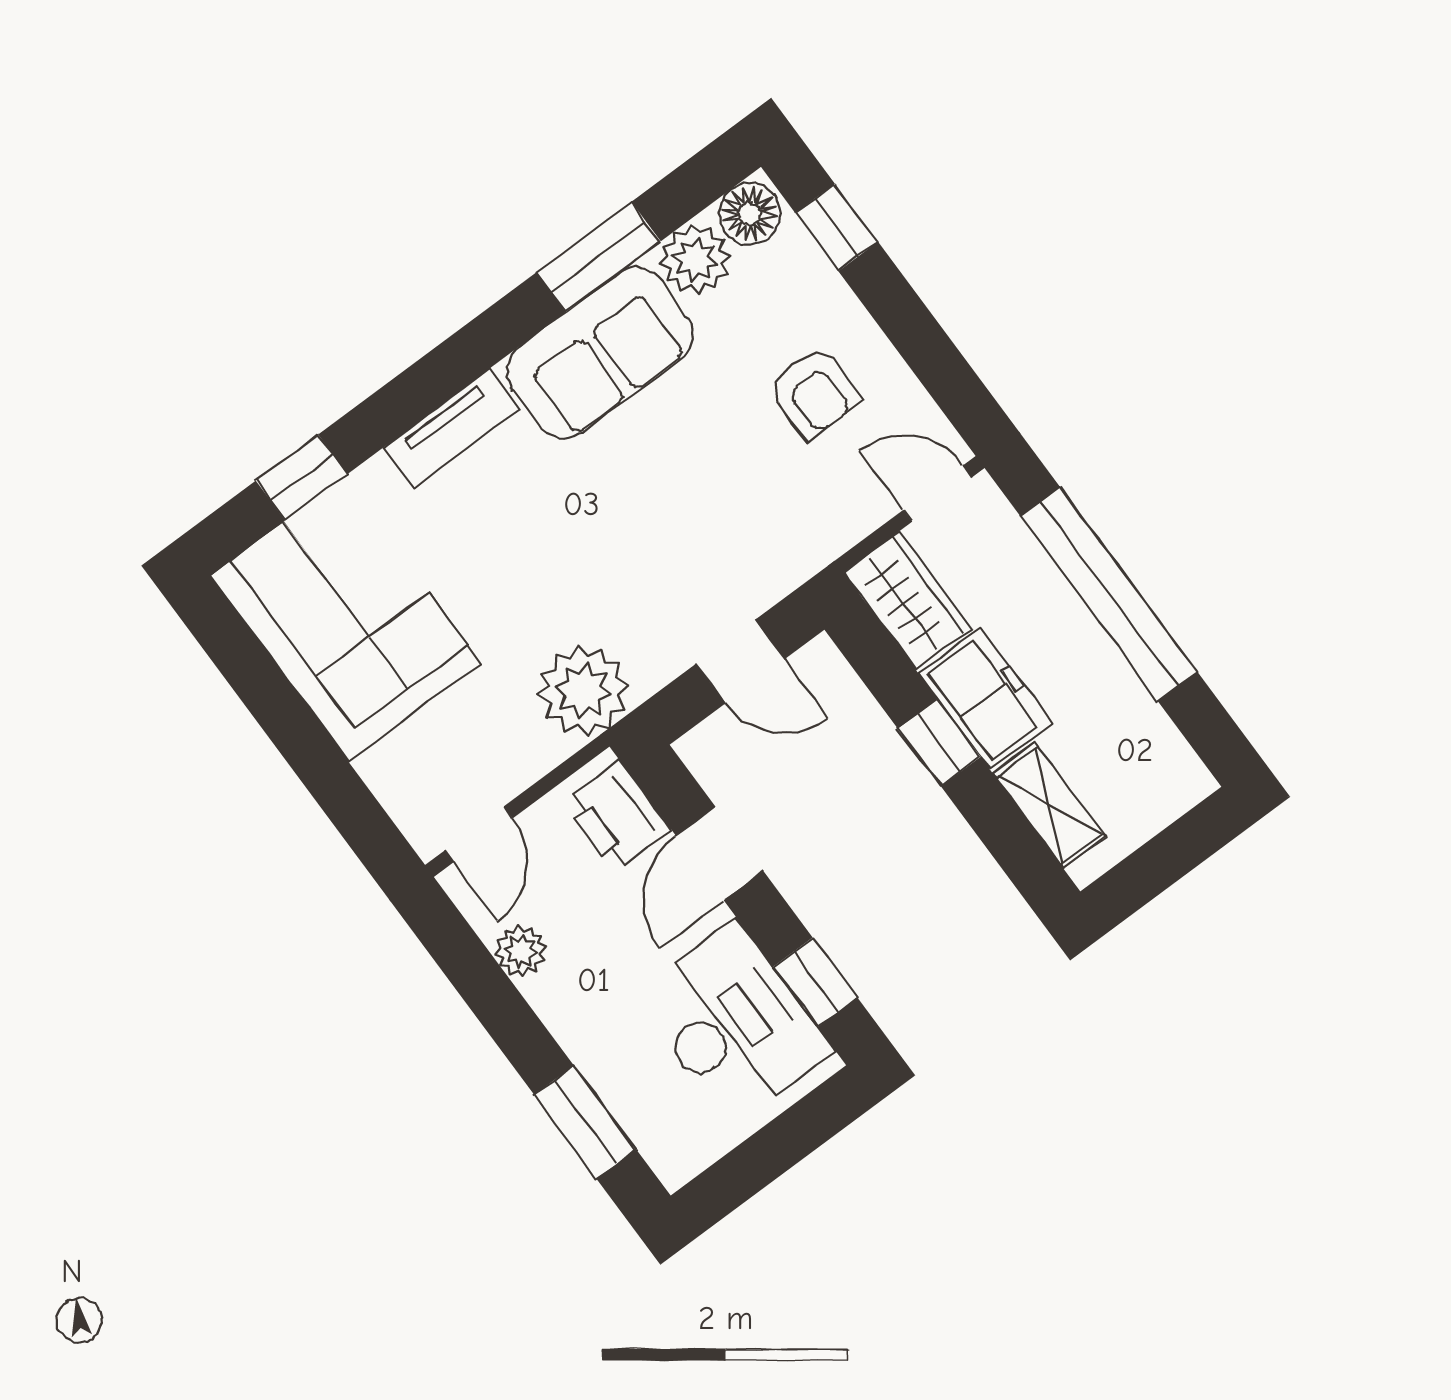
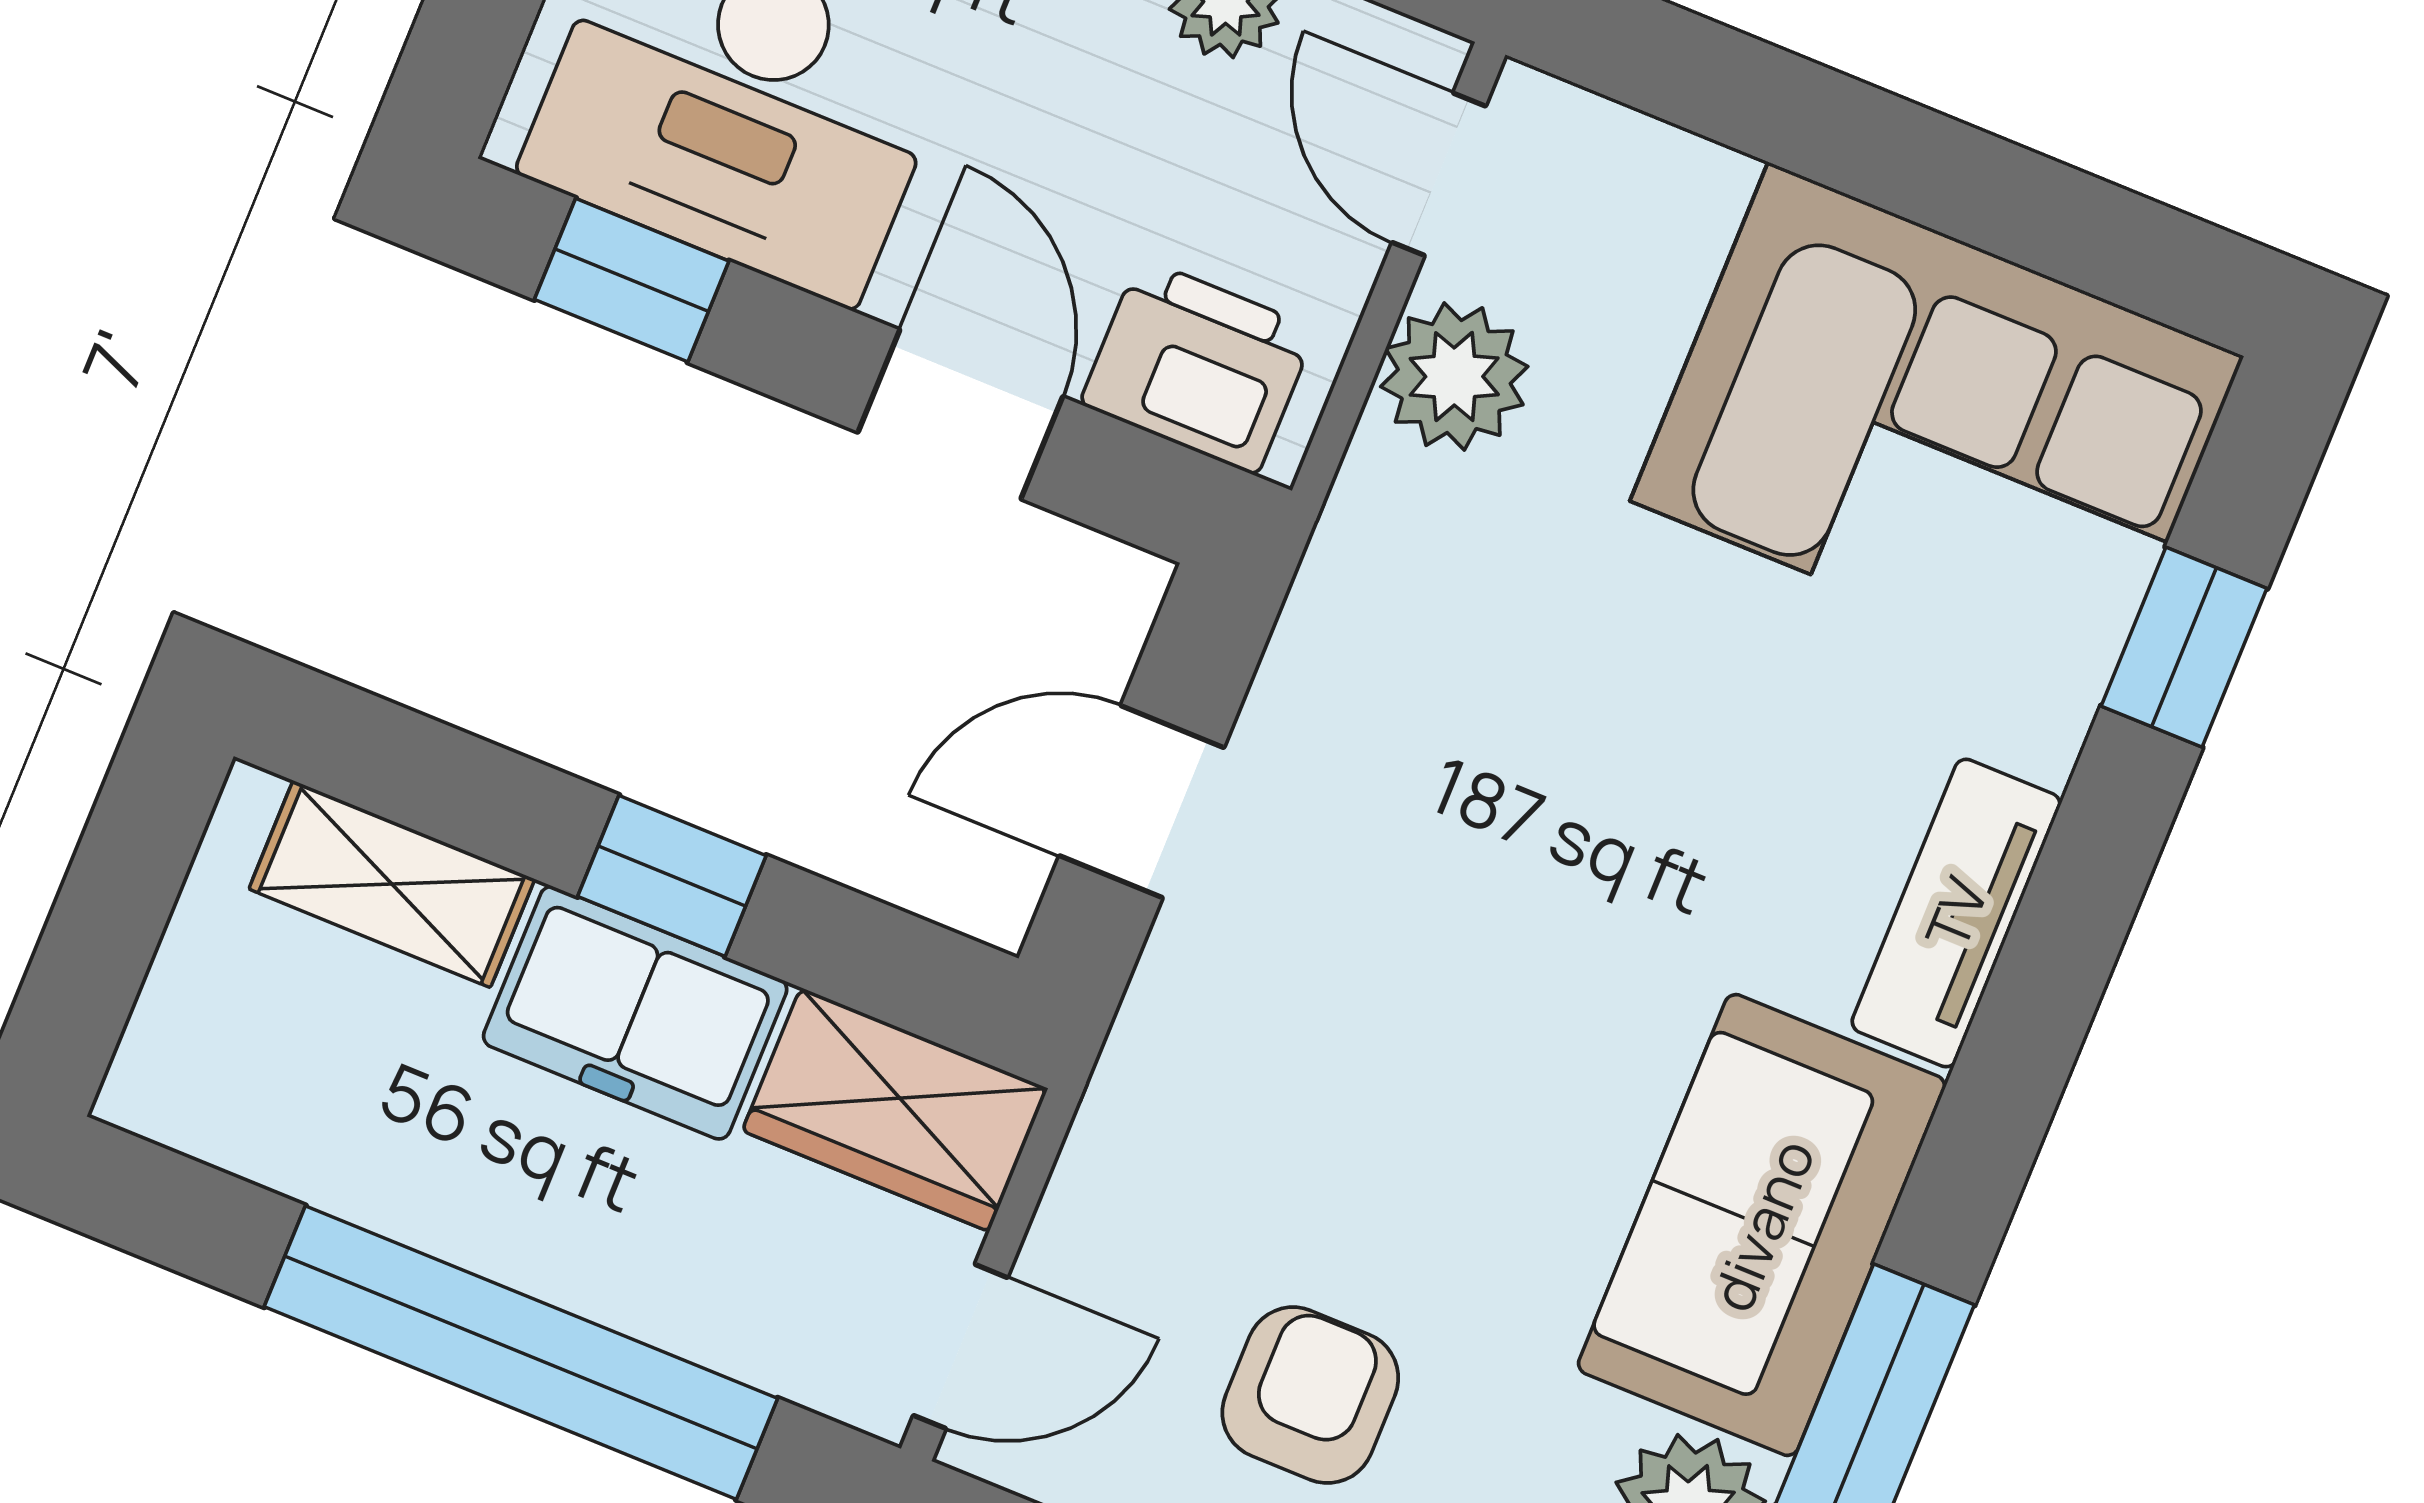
armchair: (814, 393) -> (1310, 1395), turned 90
plant: (583, 691) -> (1454, 377), moved, width x0.73, depth x0.73

